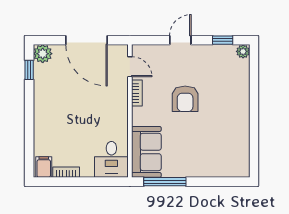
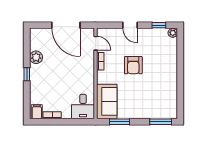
door: (180, 40) -> (130, 25), swing flipped
plant: (43, 54) -> (36, 57), moved
window: (29, 70) -> (27, 74), moved
window: (165, 182) -> (119, 122), width x0.69
window: (225, 182) -> (161, 122), added

